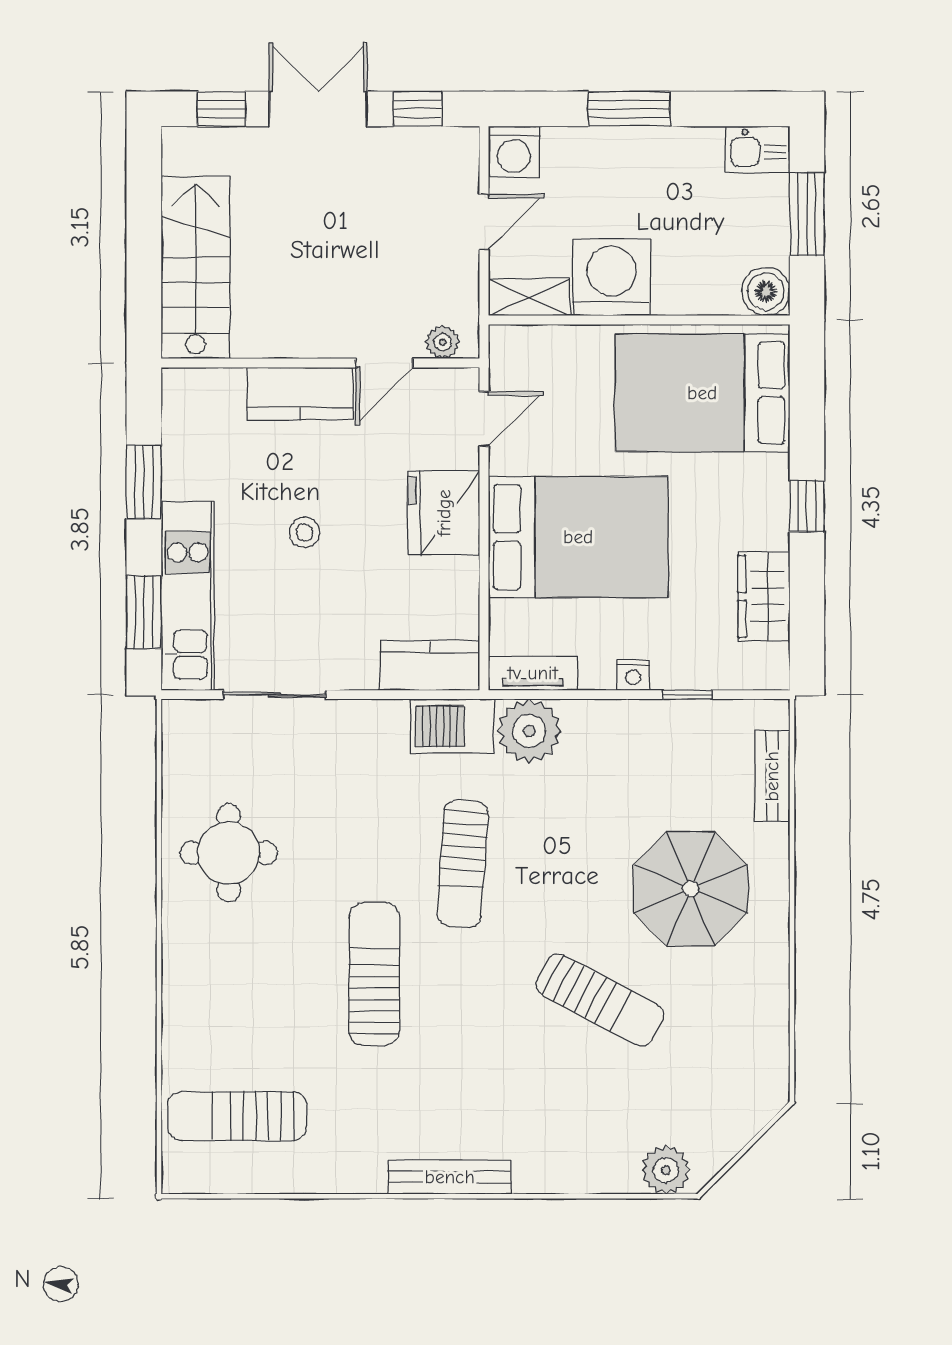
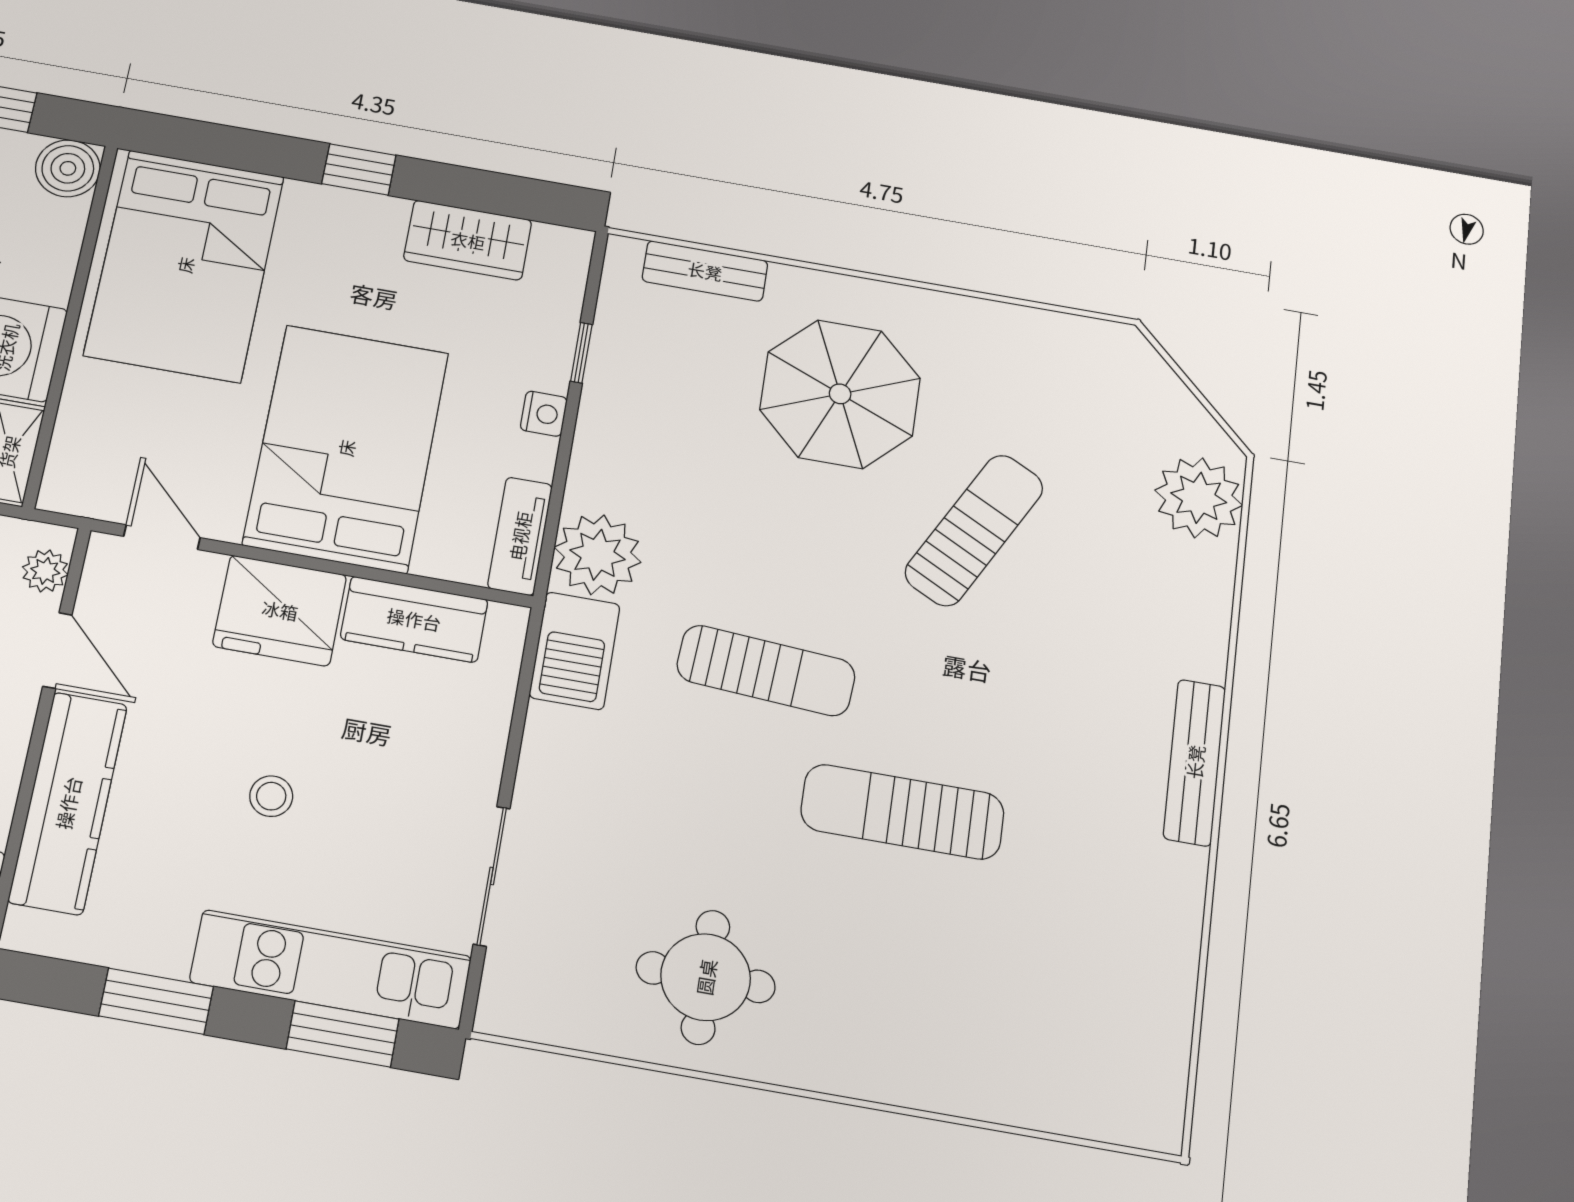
kitchen counter: (300, 394) -> (68, 803), width x1.50
kitchen counter: (430, 665) -> (414, 619), moved, turned -90
sun lounger: (237, 1116) -> (1081, 1031), removed
plant: (666, 1170) -> (1199, 498), width x1.36, depth x1.36

